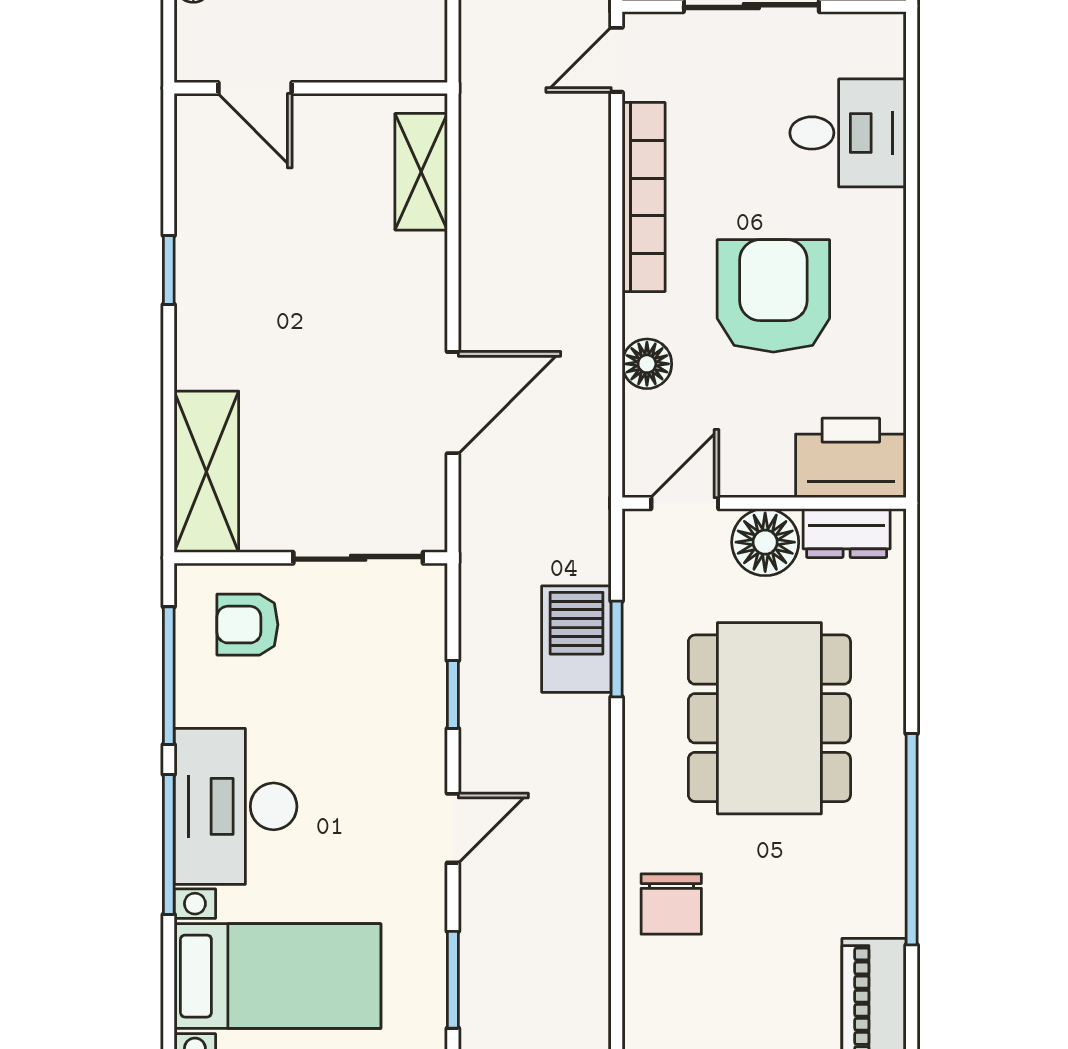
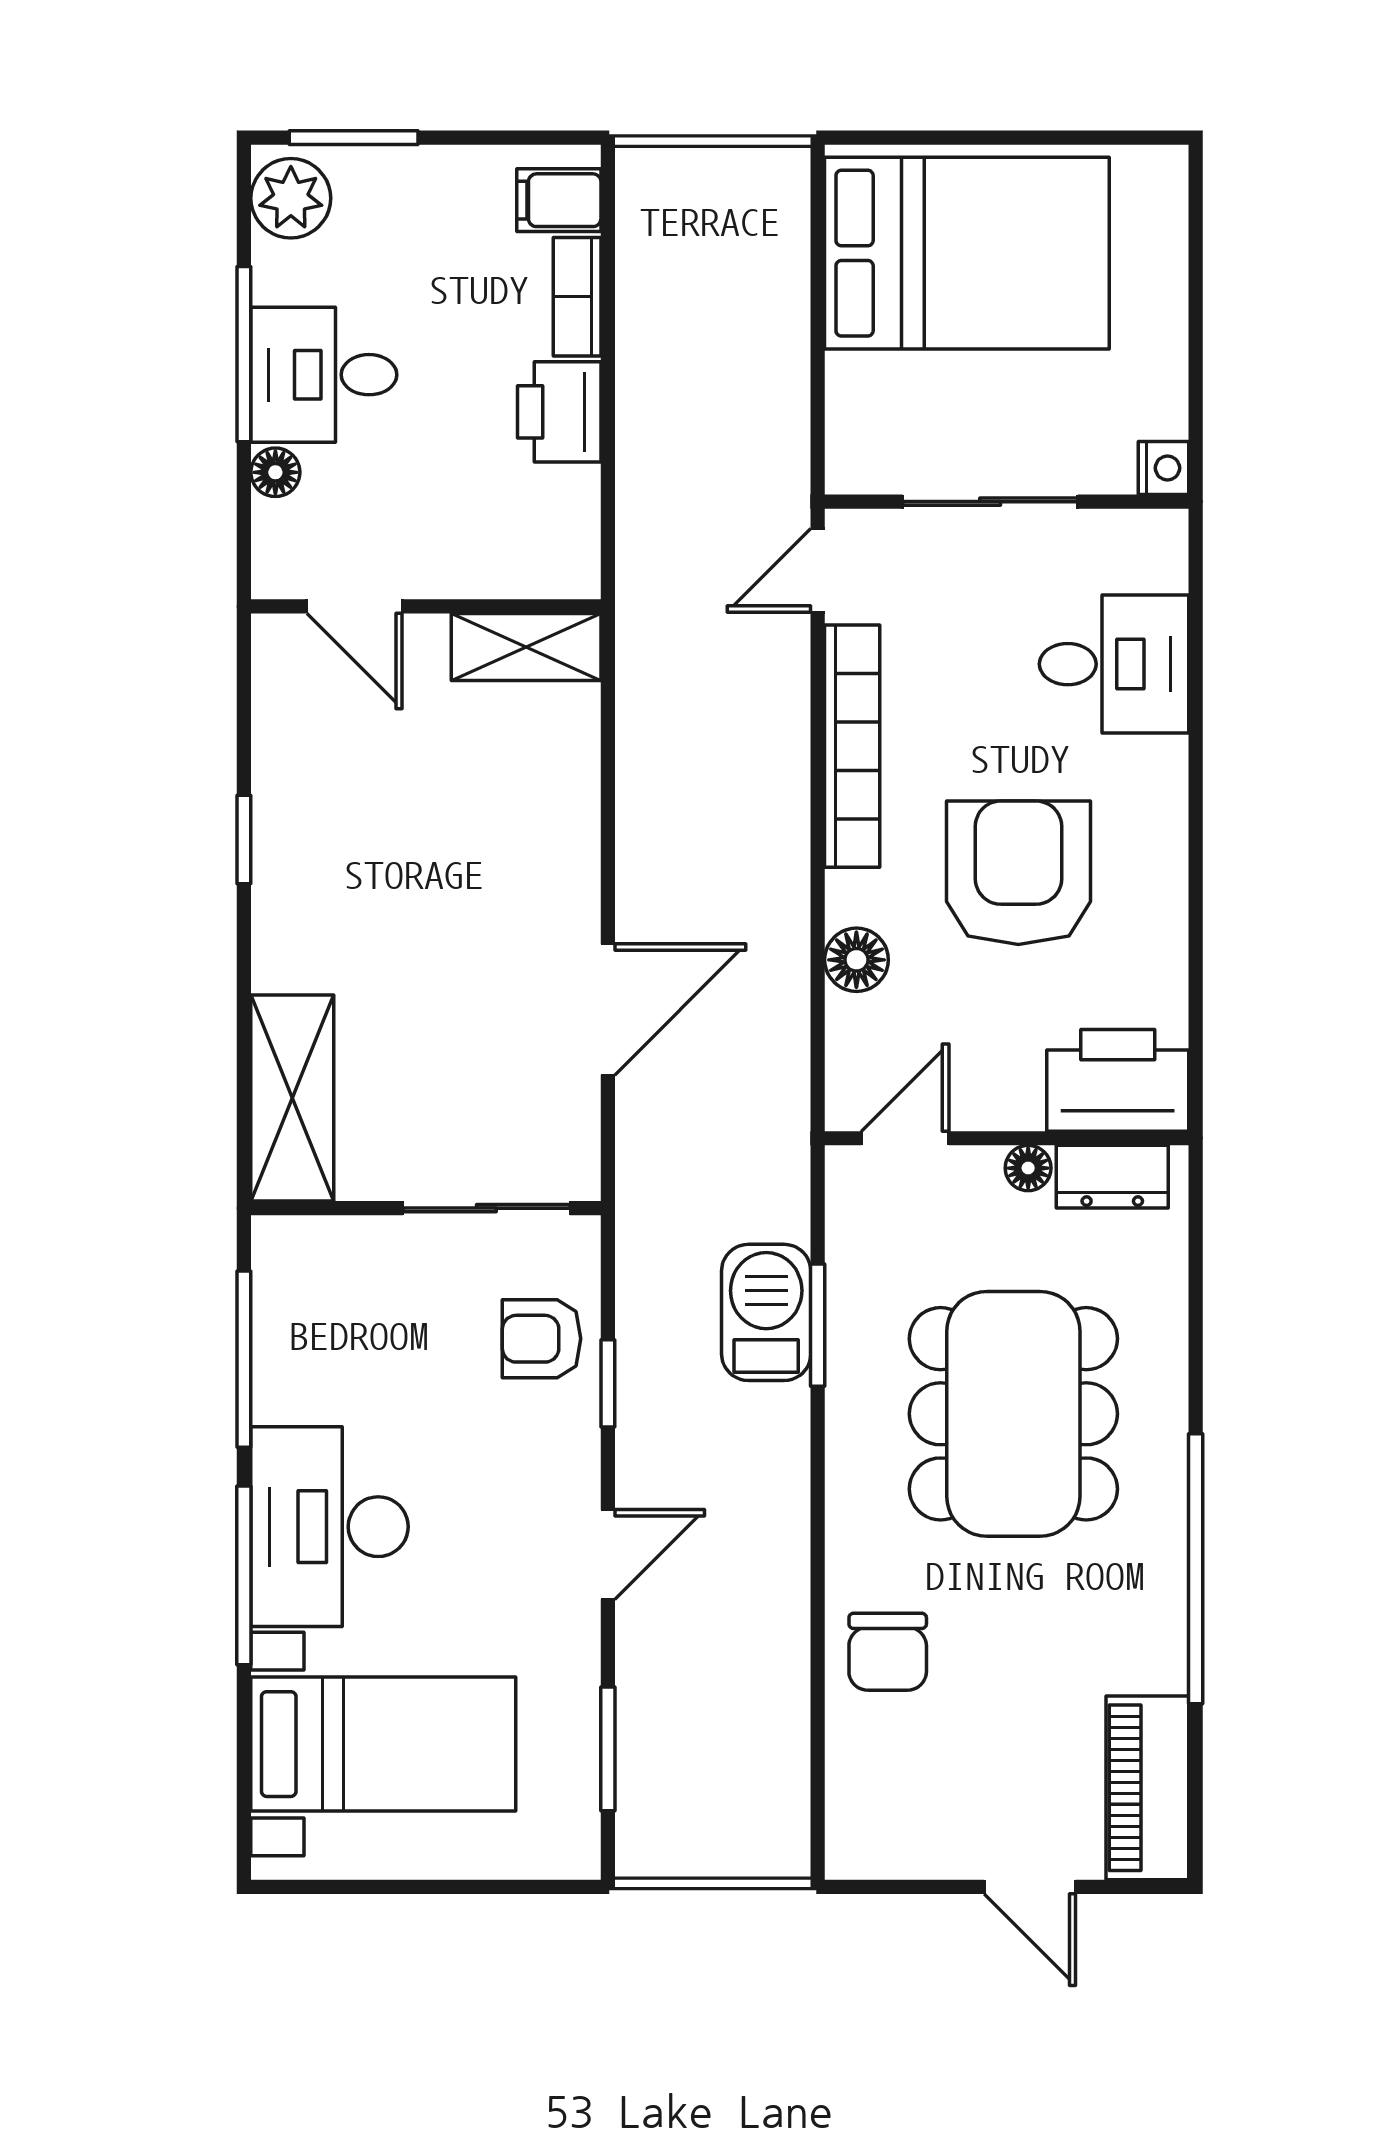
shelving: (421, 172) -> (526, 647), moved, turned 90
floor lamp: (765, 542) -> (1028, 1168), width x0.53, depth x0.53
armchair: (247, 625) -> (541, 1339), moved

